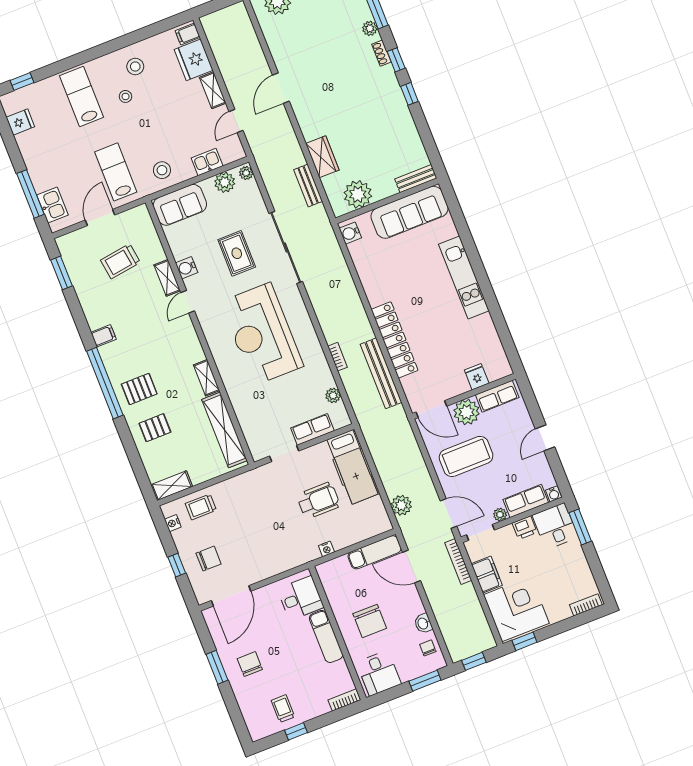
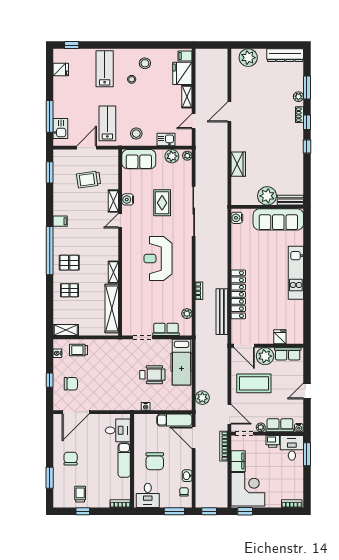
bench: (308, 185) -> (222, 178), removed
plant: (358, 194) -> (267, 196), moved
reception desk: (262, 334) -> (158, 259), width x0.74, depth x0.77
window: (217, 667) -> (50, 478), moved

